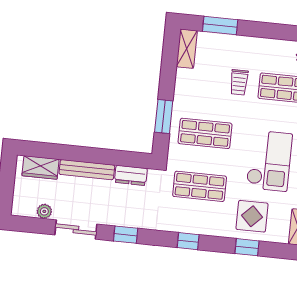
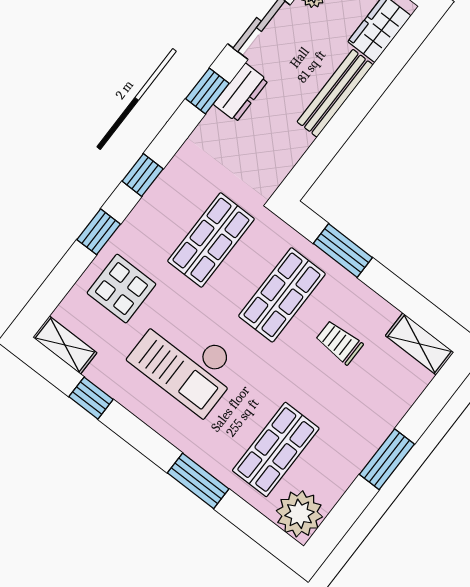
window: (220, 25) -> (387, 459), moved
trolley: (239, 82) -> (339, 342), moved
dresser: (131, 175) -> (241, 92), moved, turned 180
window: (247, 247) -> (99, 232), moved

